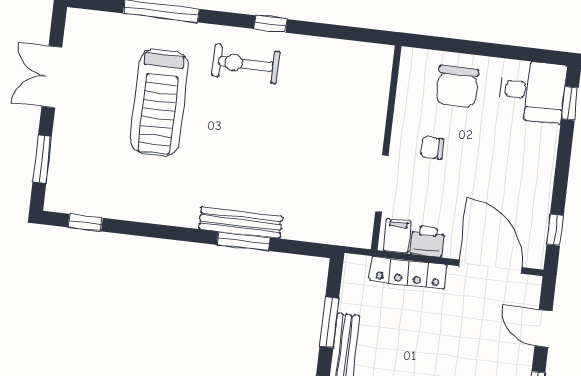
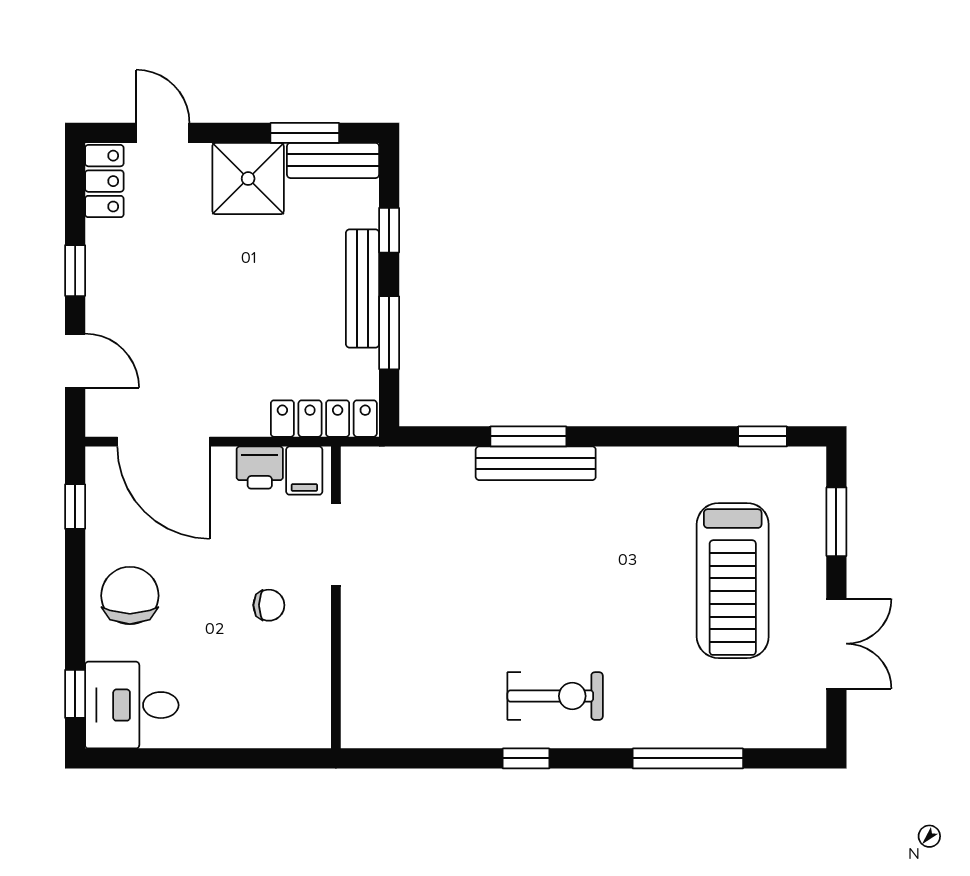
chair: (457, 86) -> (130, 596), moved
treadmill: (159, 102) -> (733, 581), moved, turned 180
locker: (408, 273) -> (324, 419), moved

